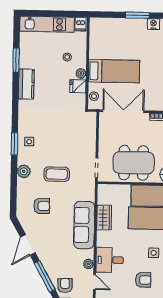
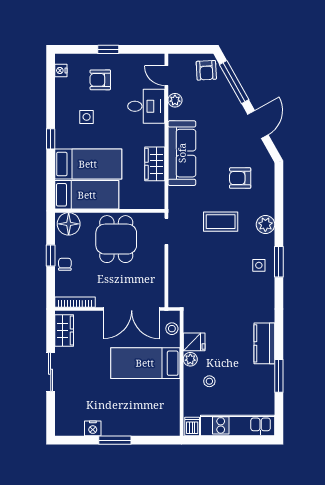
dining table: (134, 163) -> (116, 239), width x0.73

